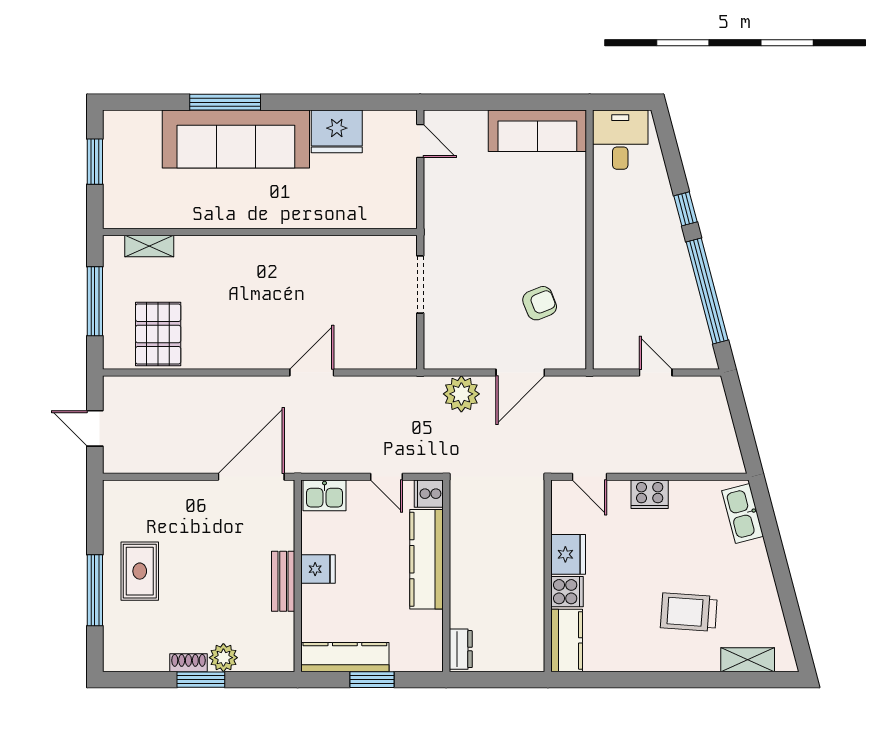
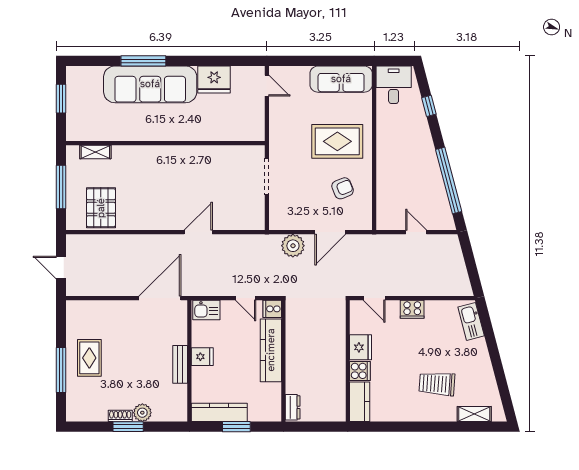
window: (685, 209) -> (429, 106), moved
rug: (531, 229) -> (337, 141), added

